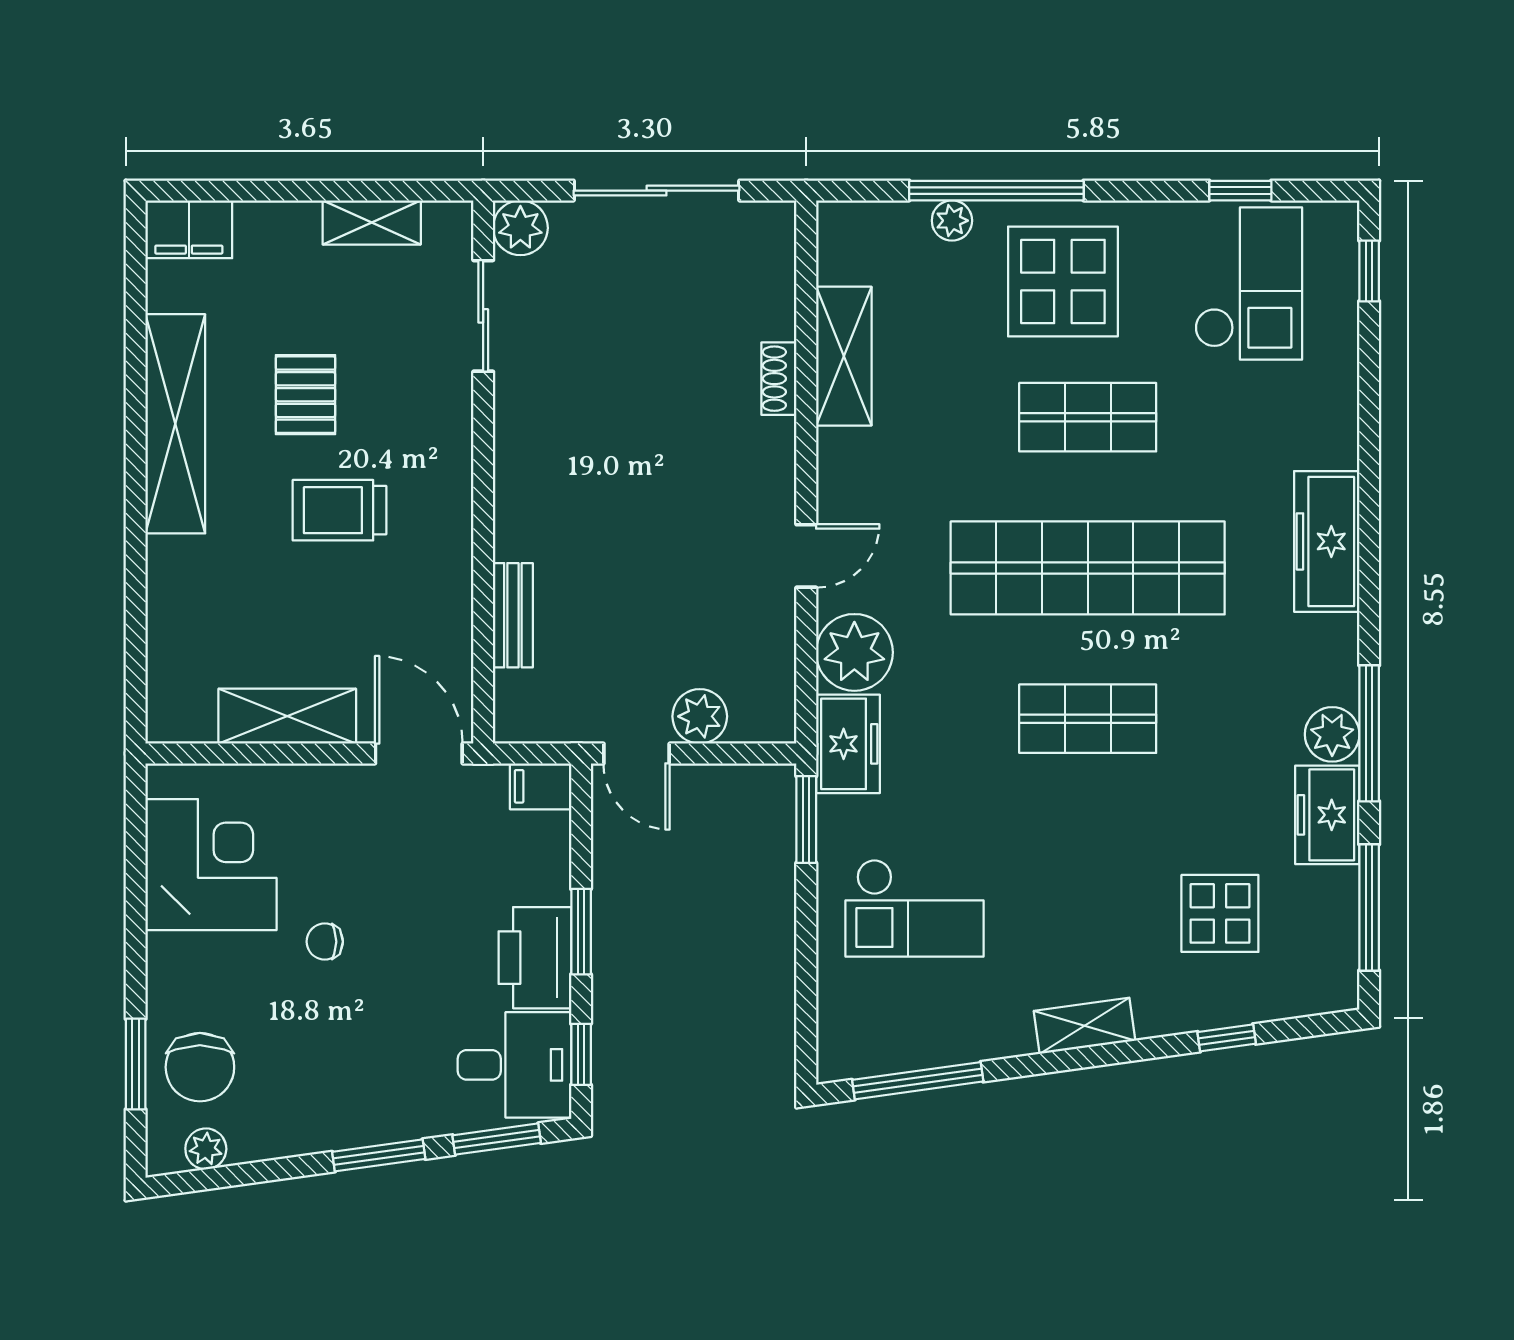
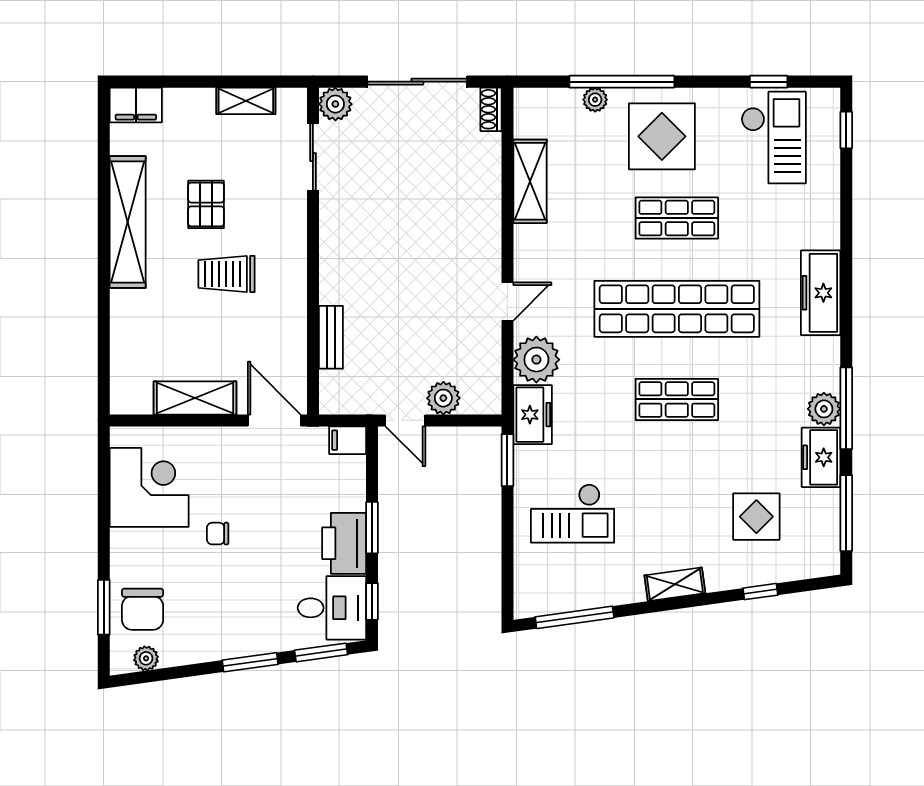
shoe rack: (779, 379) -> (491, 109), moved

